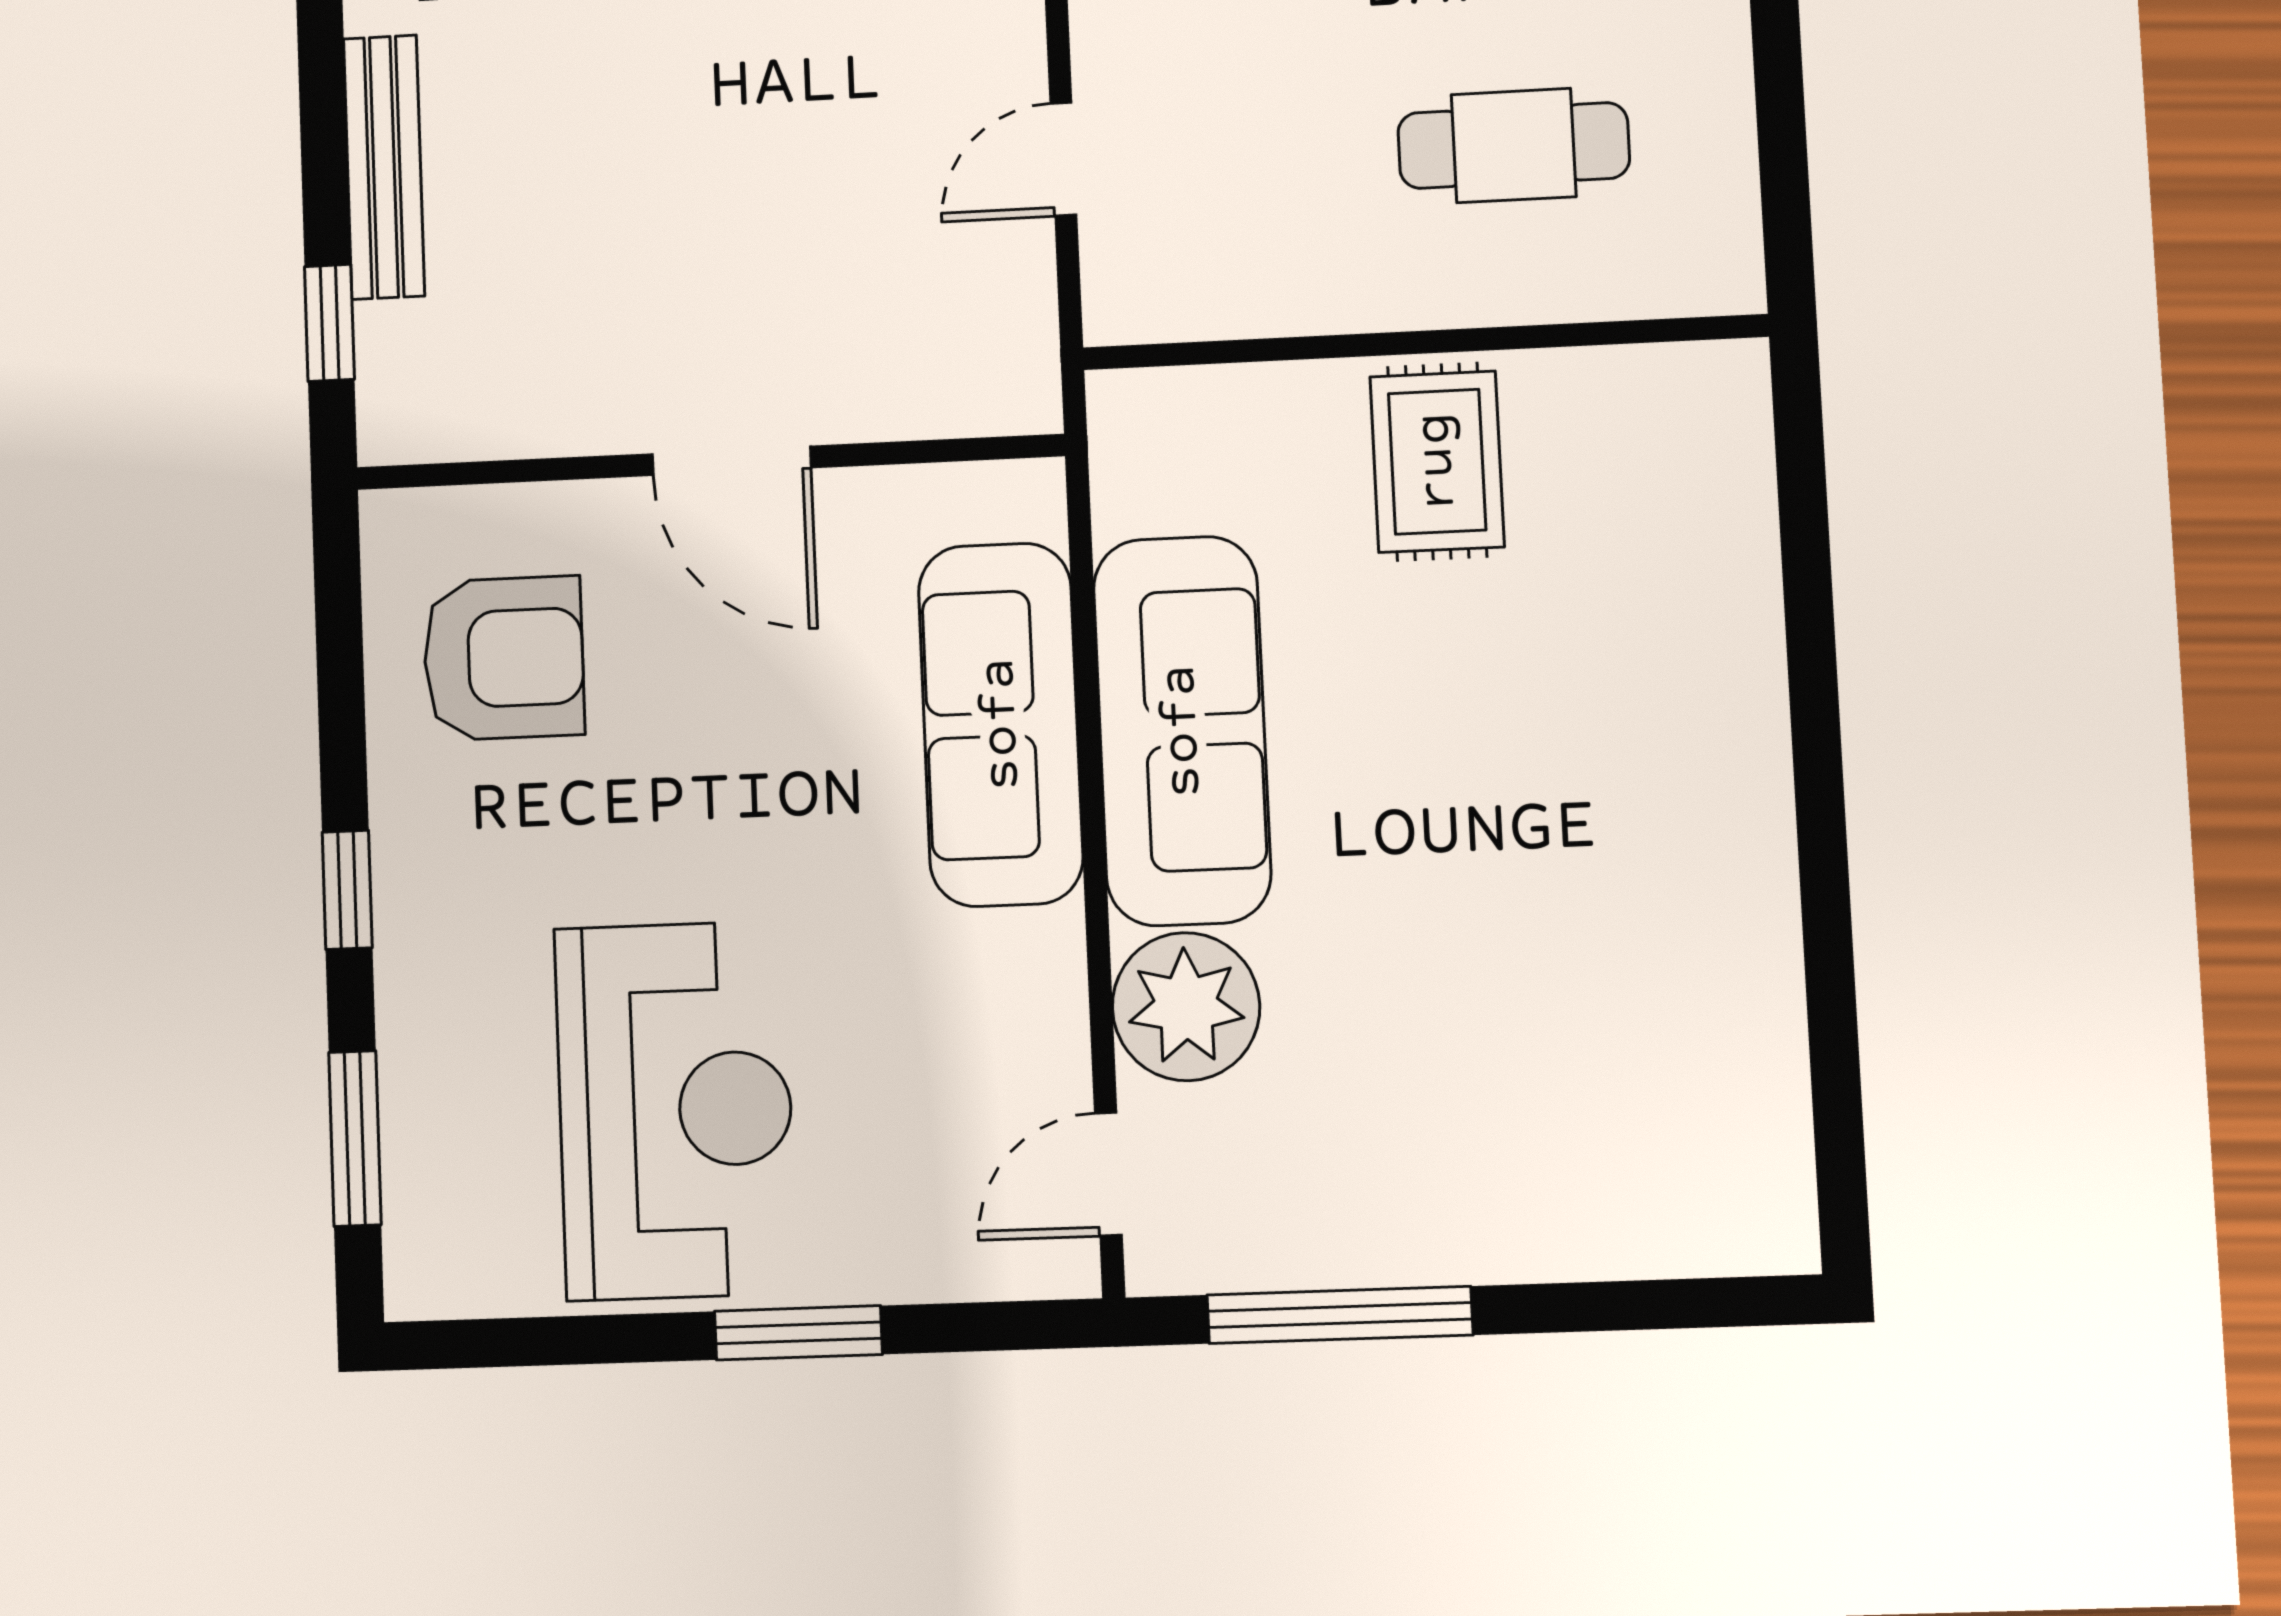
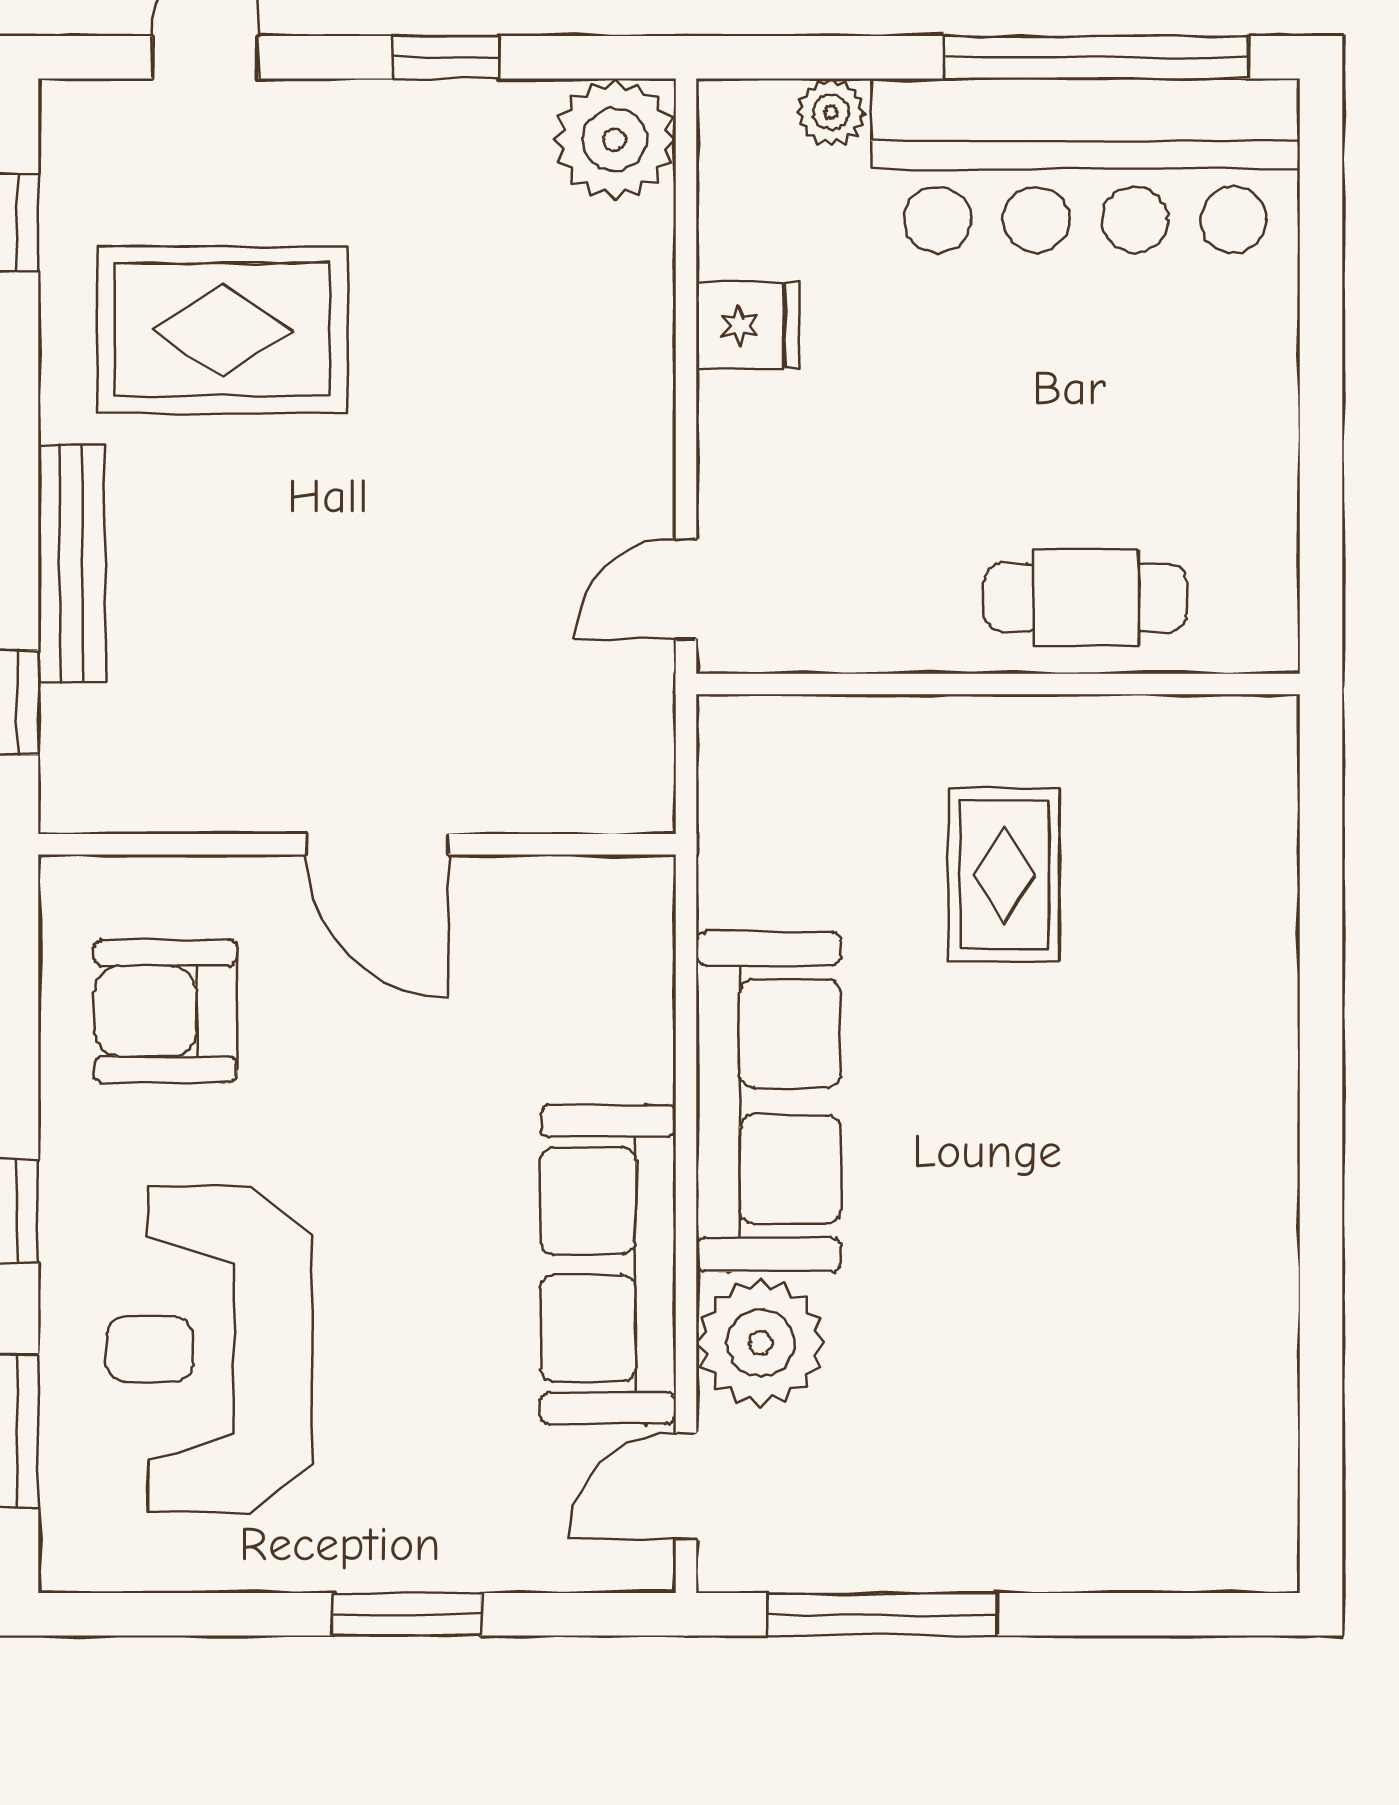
wall: (1424, 342) -> (998, 684), moved
armchair: (504, 658) -> (165, 1011), turned 180
sofa: (1001, 724) -> (608, 1264), moved
reception desk: (675, 1110) -> (209, 1349), moved, turned 180

